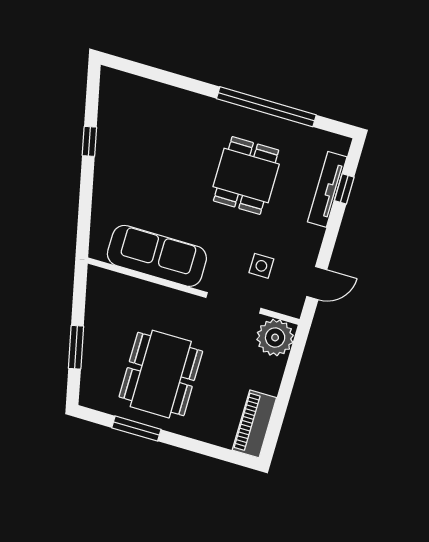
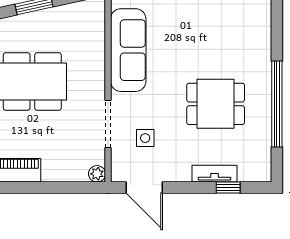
tv unit: (327, 189) -> (214, 174), width x0.71
door: (317, 283) -> (144, 188), width x1.37
plant: (275, 337) -> (97, 174), width x0.53, depth x0.53

